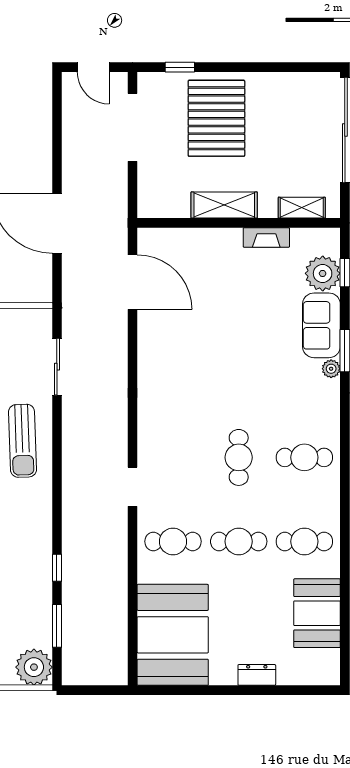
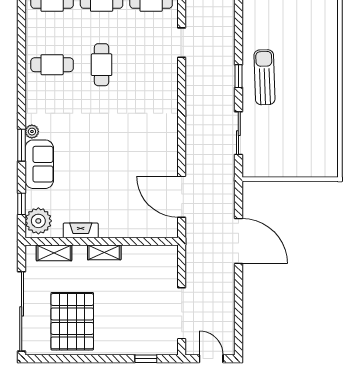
pallet: (216, 118) -> (72, 321), moved
shelving: (224, 205) -> (104, 252), width x0.67, depth x0.75
plant: (323, 273) -> (38, 221), moved
window: (57, 442) -> (238, 76), added

